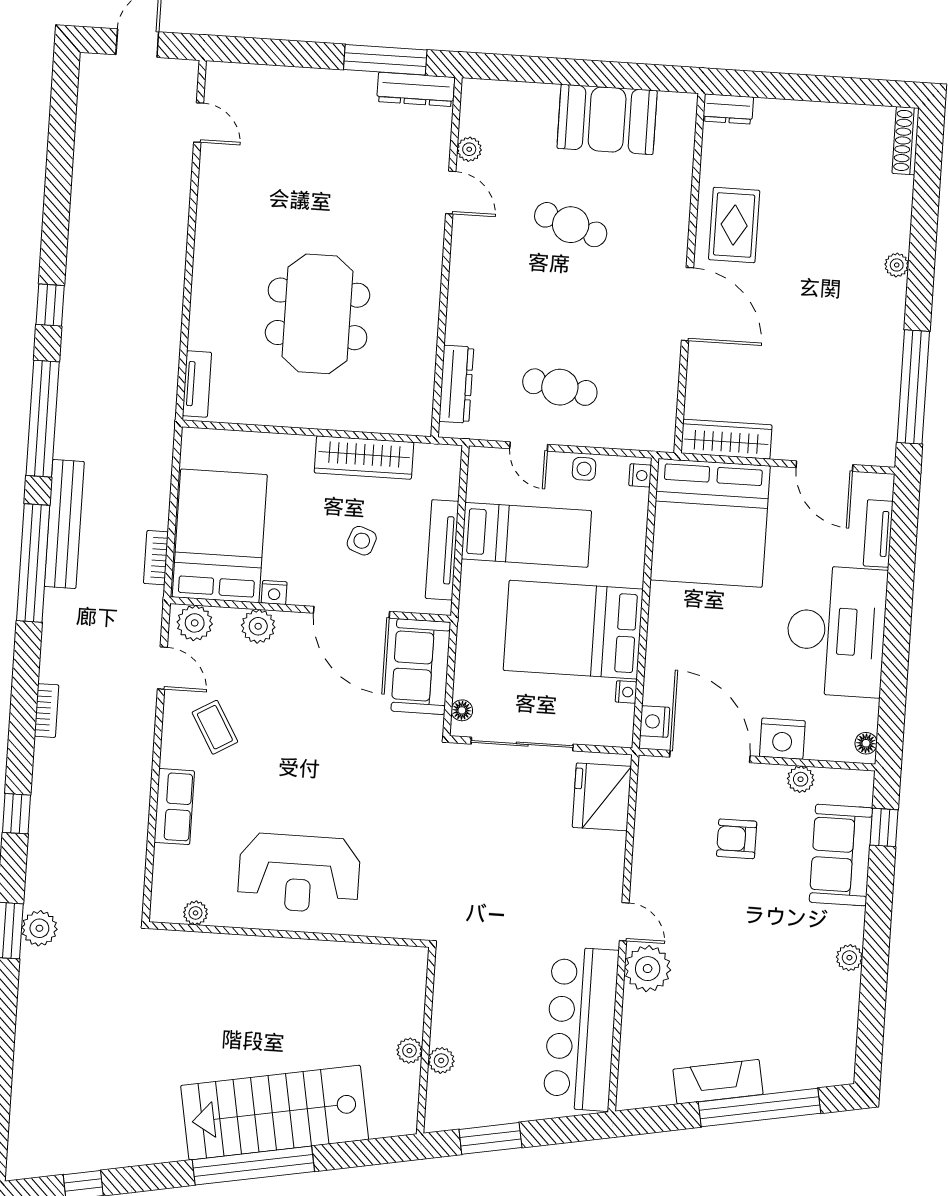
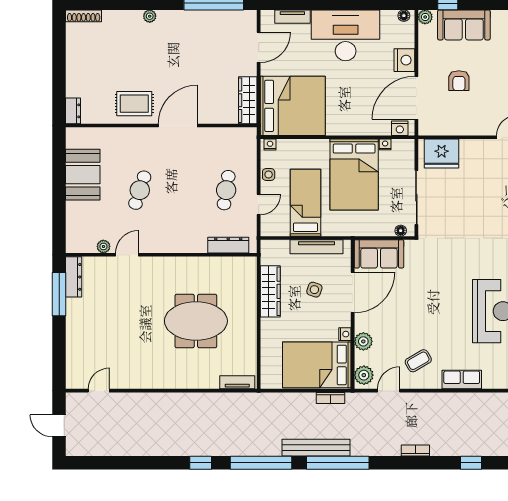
plant: (801, 779) -> (425, 17), moved

